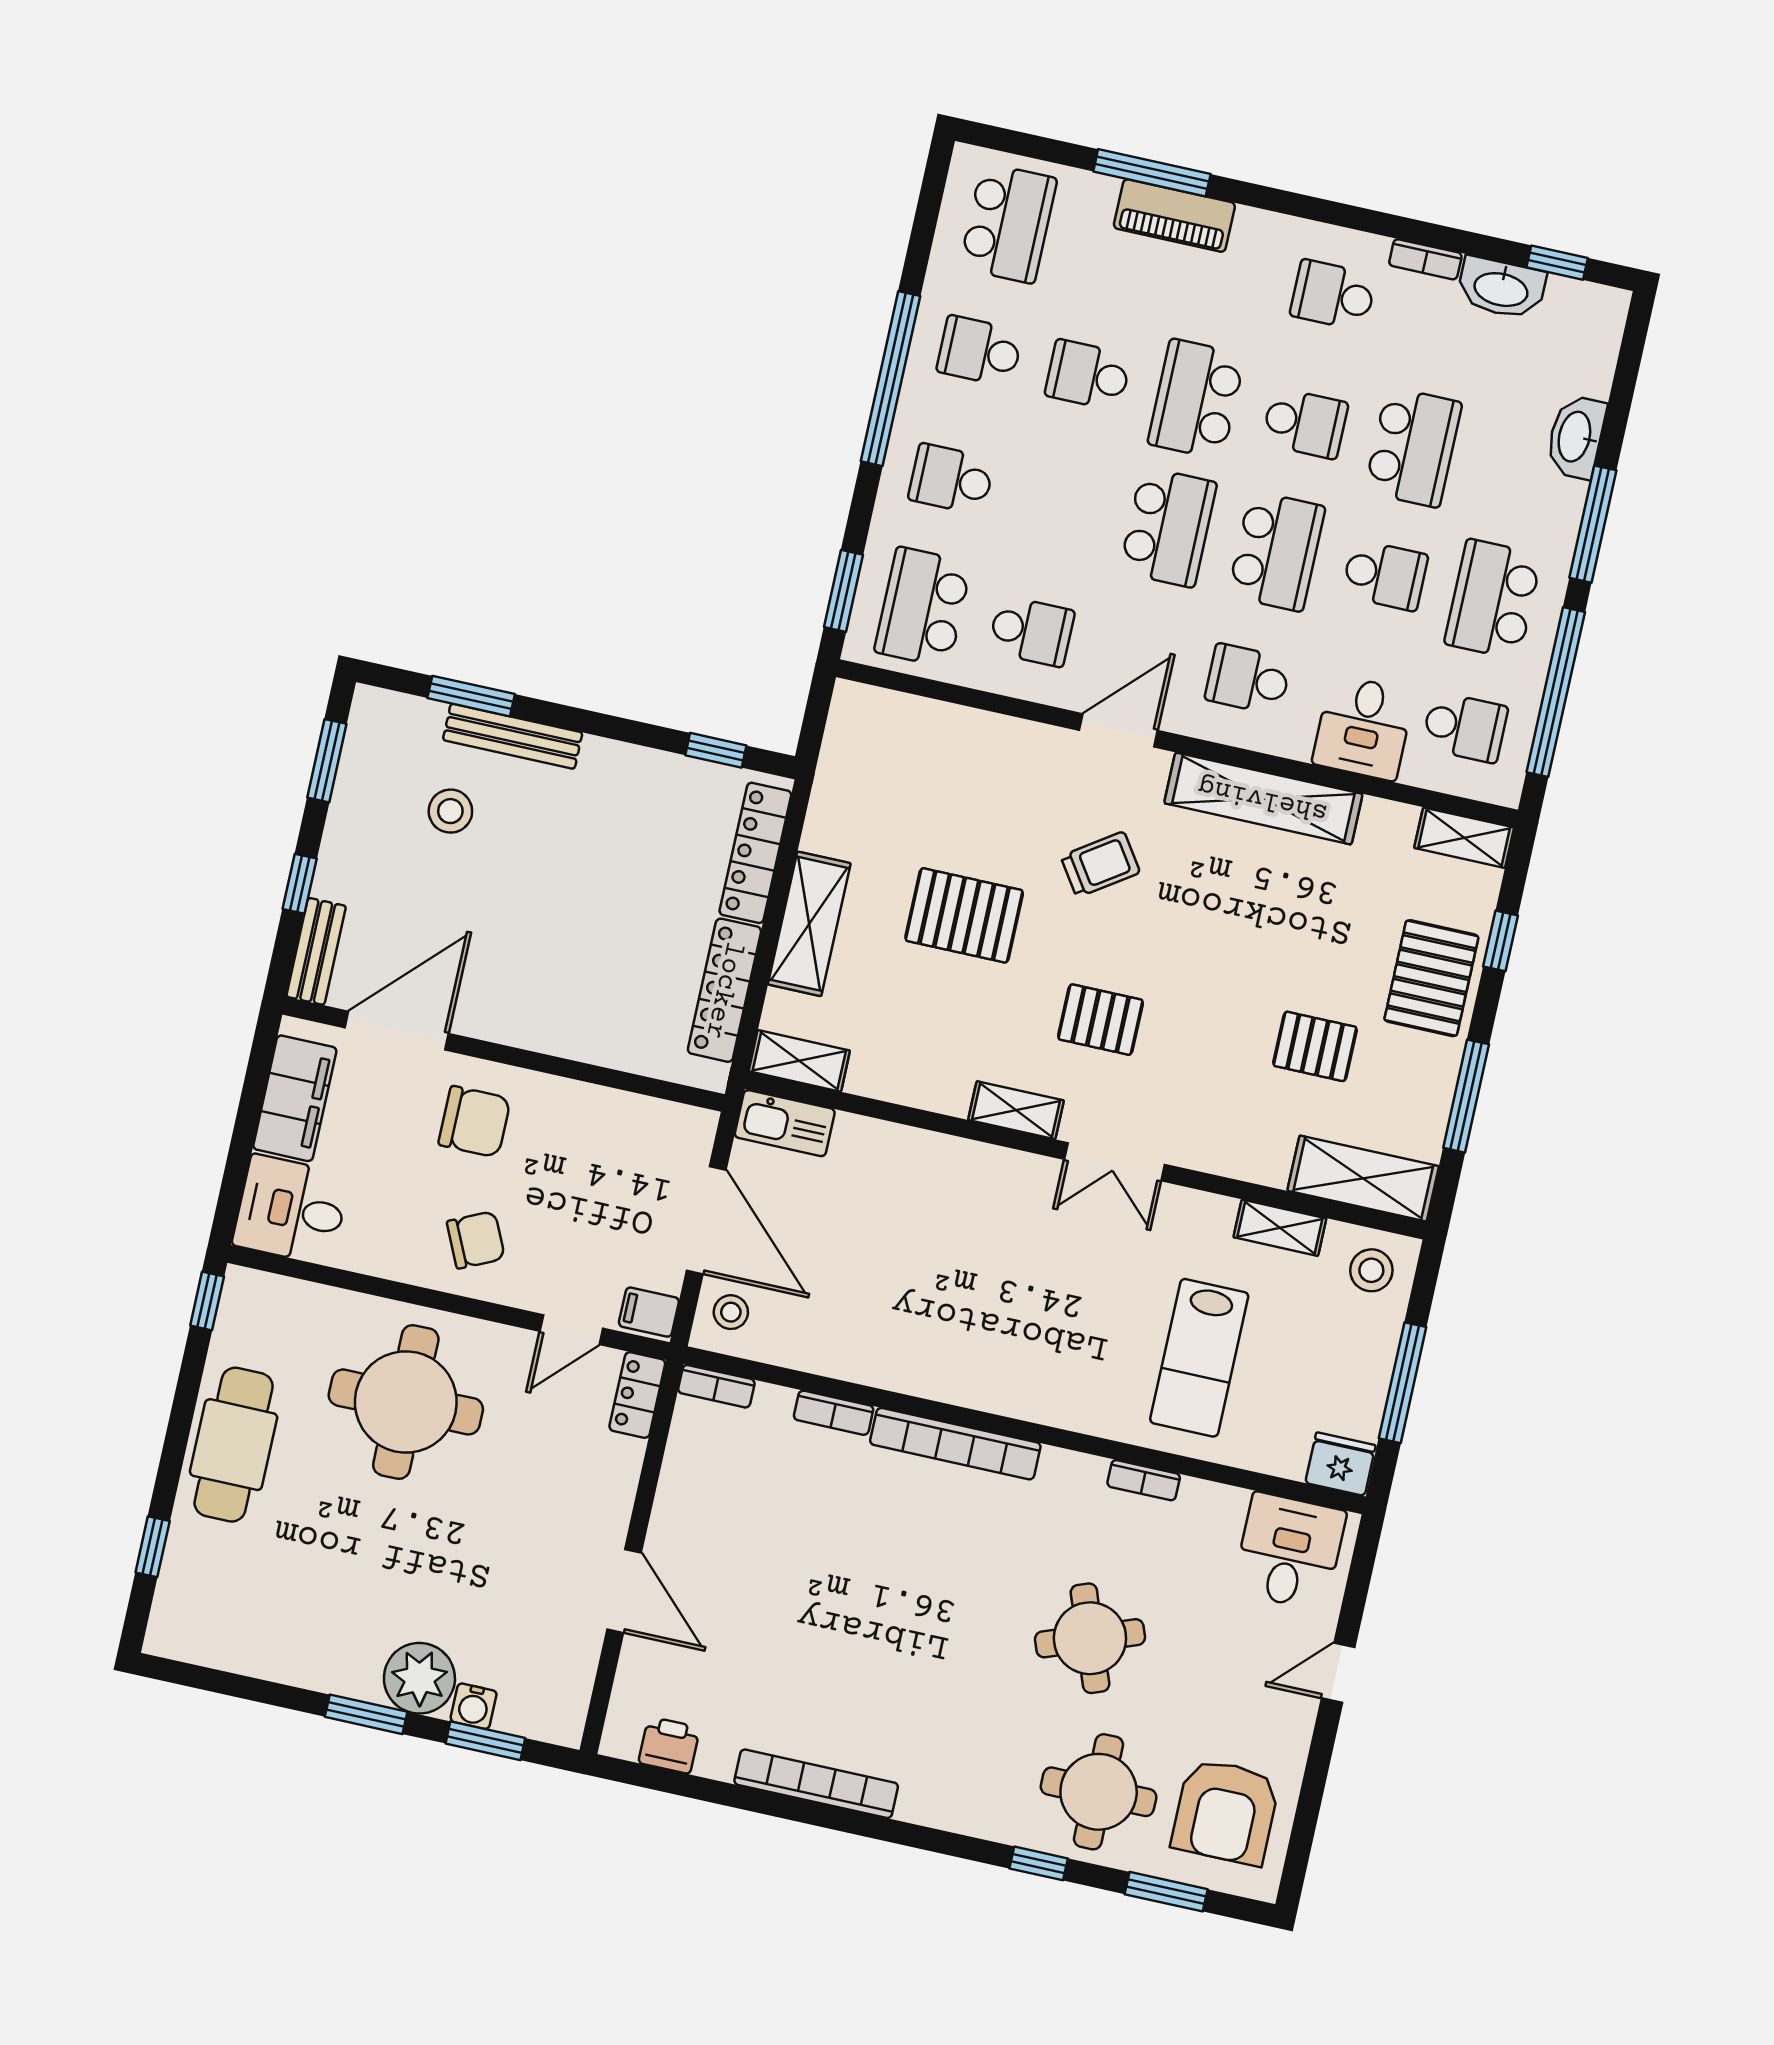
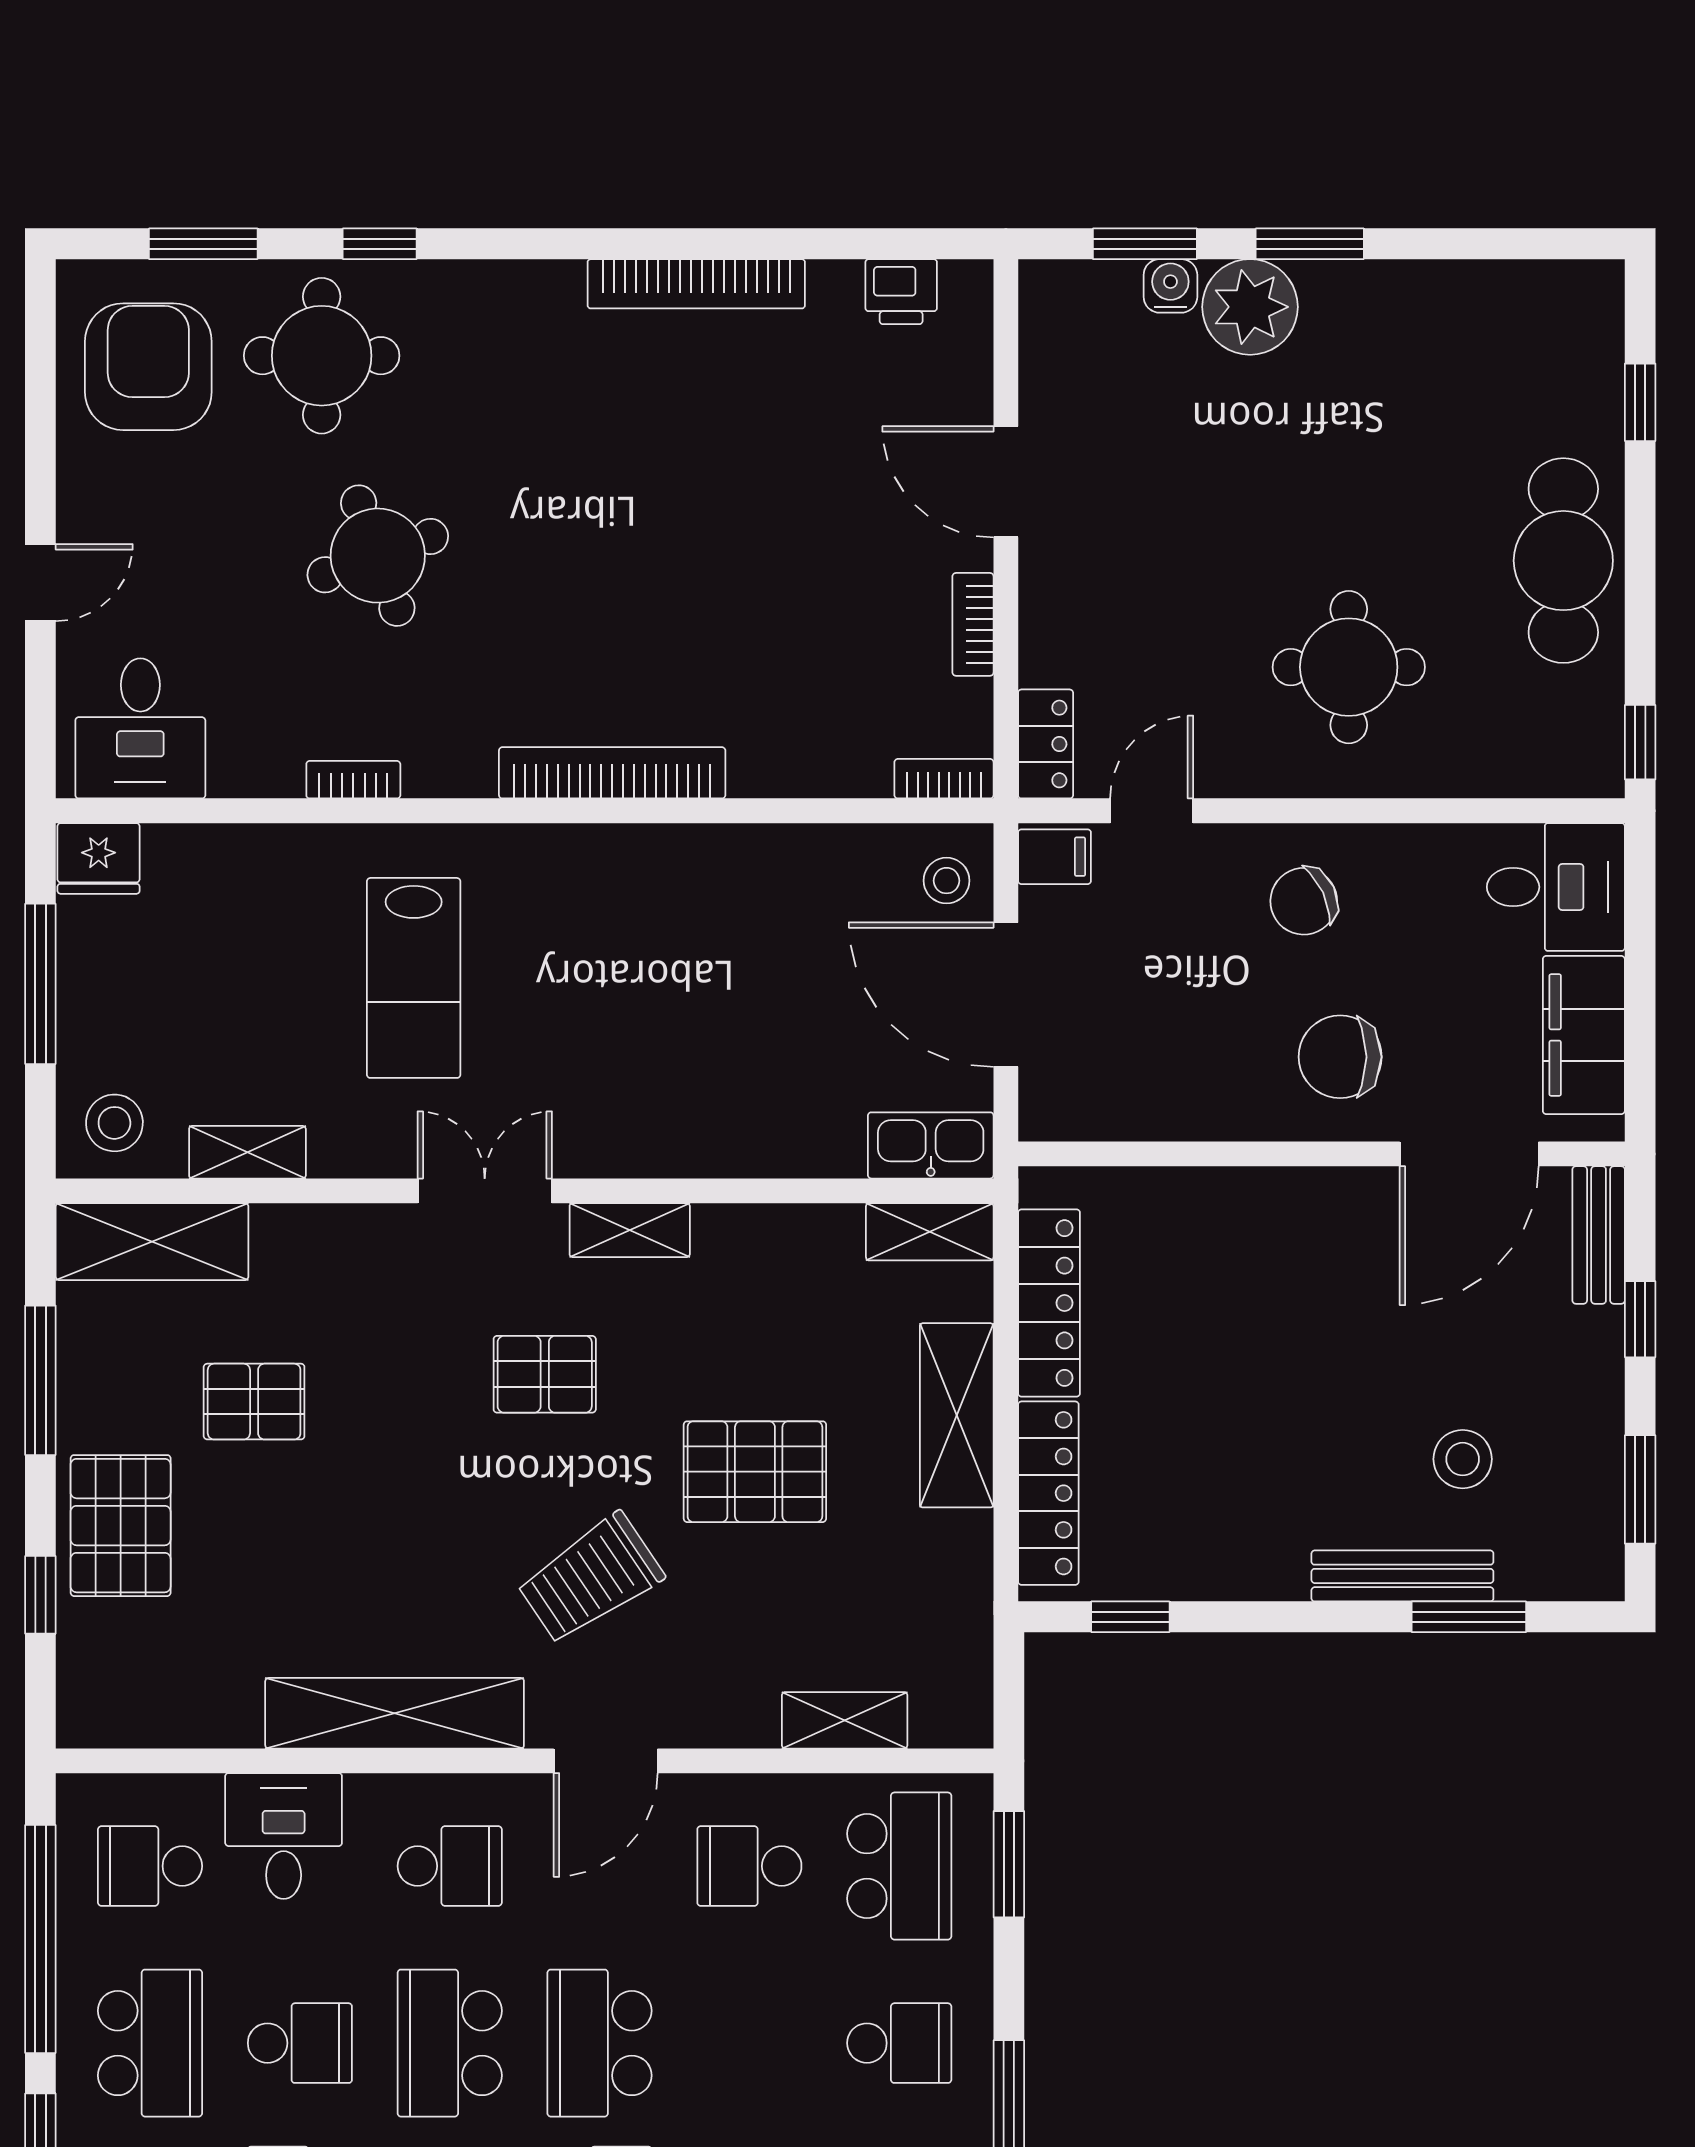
school desk: (1385, 575) -> (300, 2043), turned 180
shelving: (1464, 838) -> (845, 1720), moved
trolley: (1100, 864) -> (590, 1579), width x1.36, depth x1.39
lab bench: (1199, 1358) -> (414, 978), moved, turned 180
round table: (406, 1402) -> (1349, 667), width x0.73, depth x0.73
bookcase: (834, 1413) -> (973, 624), moved, turned -90

